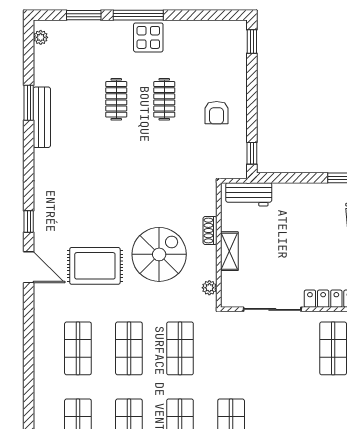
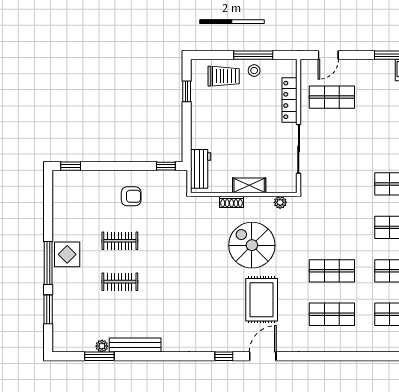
plant: (41, 37) -> (102, 346), moved
window: (29, 103) -> (99, 356), moved
shop shelf: (180, 348) -> (332, 227), removed

